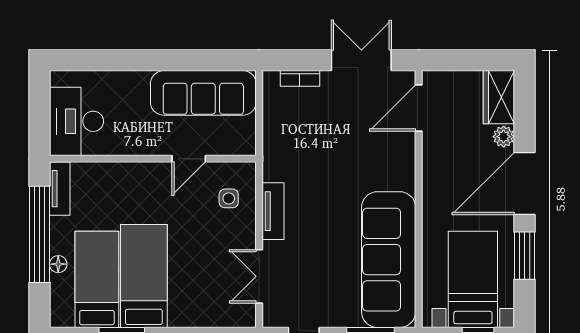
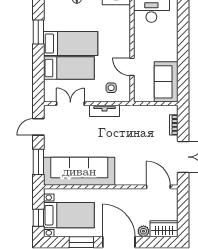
sofa: (203, 93) -> (166, 82), width x0.73
bed: (97, 279) -> (69, 68), moved

